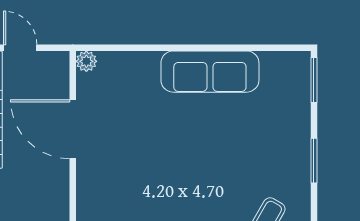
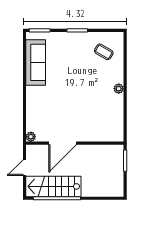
sofa: (210, 72) -> (36, 62), moved

